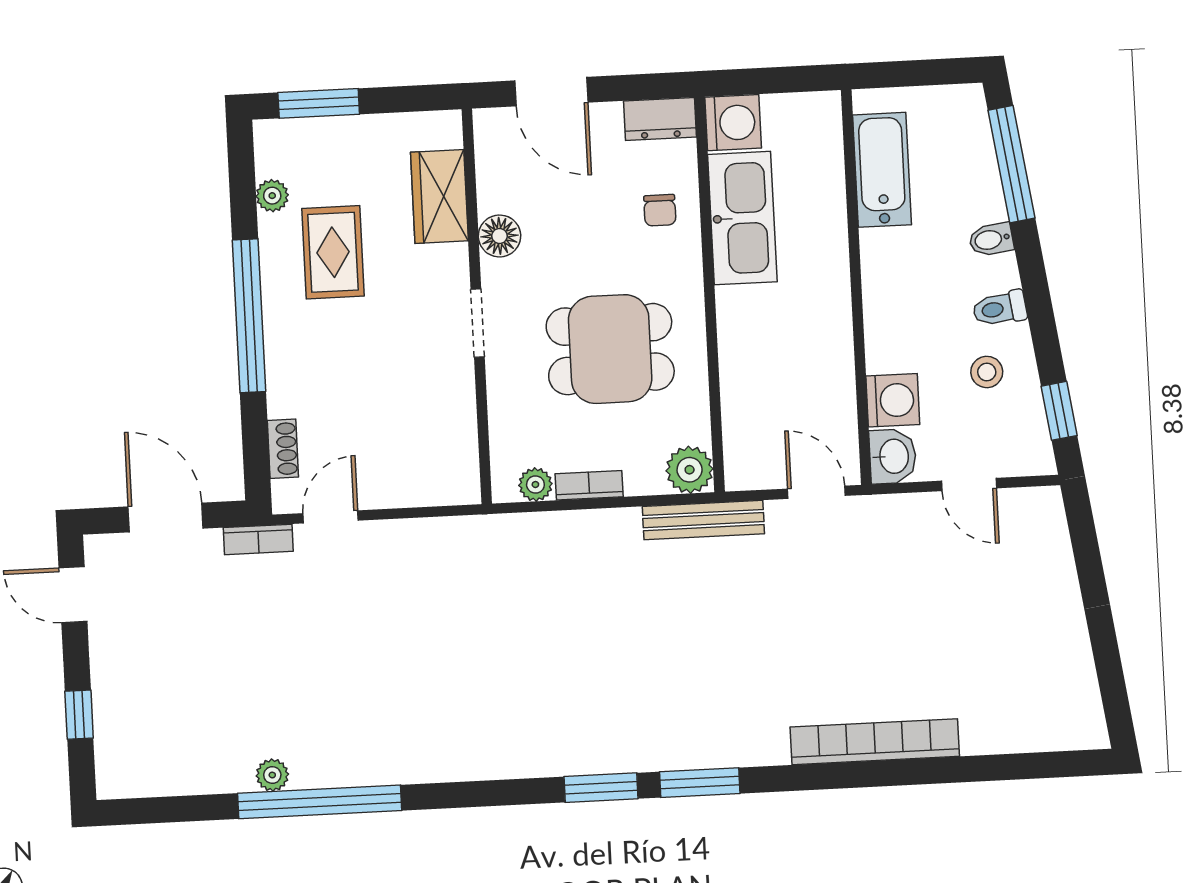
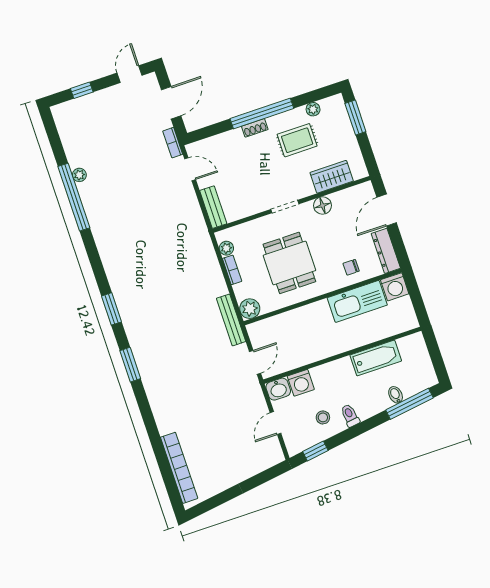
dresser: (660, 119) -> (386, 251), width x1.44
bathtub: (882, 170) -> (376, 358), moved
bidet: (991, 239) -> (396, 395), moved
shoe rack: (283, 449) -> (255, 128), moved
bench: (433, 488) -> (213, 207), added
bookcase: (875, 742) -> (179, 468), moved
window: (700, 783) -> (130, 365), moved

